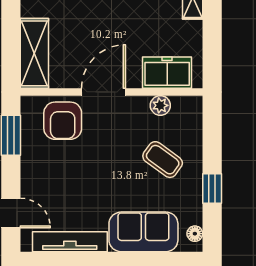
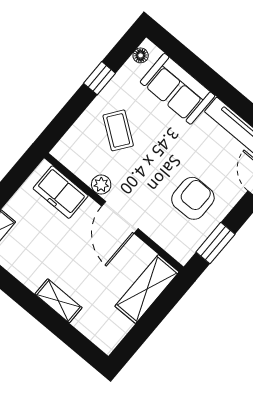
door: (103, 92) -> (120, 217), hinge flipped
plant: (160, 105) -> (101, 185), moved
armchair: (63, 121) -> (193, 198), moved

